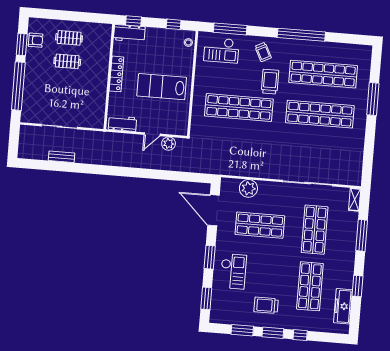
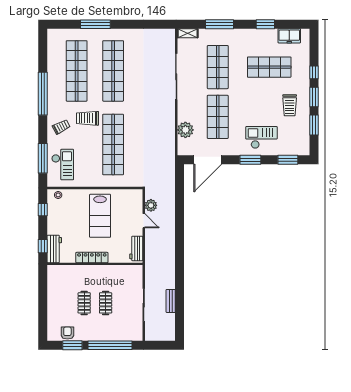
clothes rail: (69, 38) -> (106, 303), moved
shop shelf: (315, 230) -> (218, 67), turned 90
freezer: (343, 306) -> (289, 36), width x0.71

